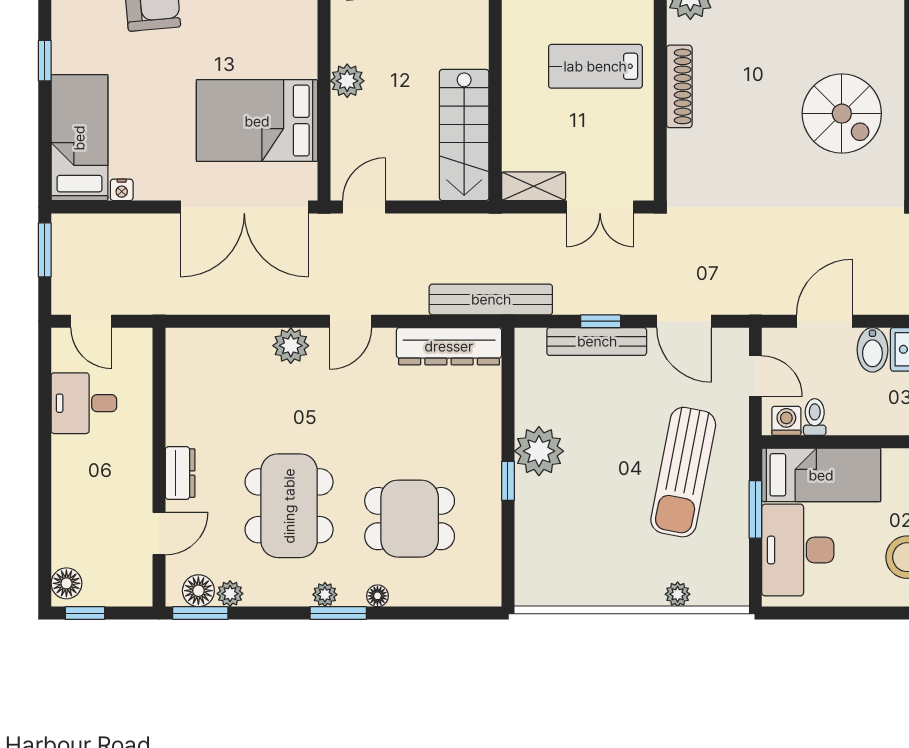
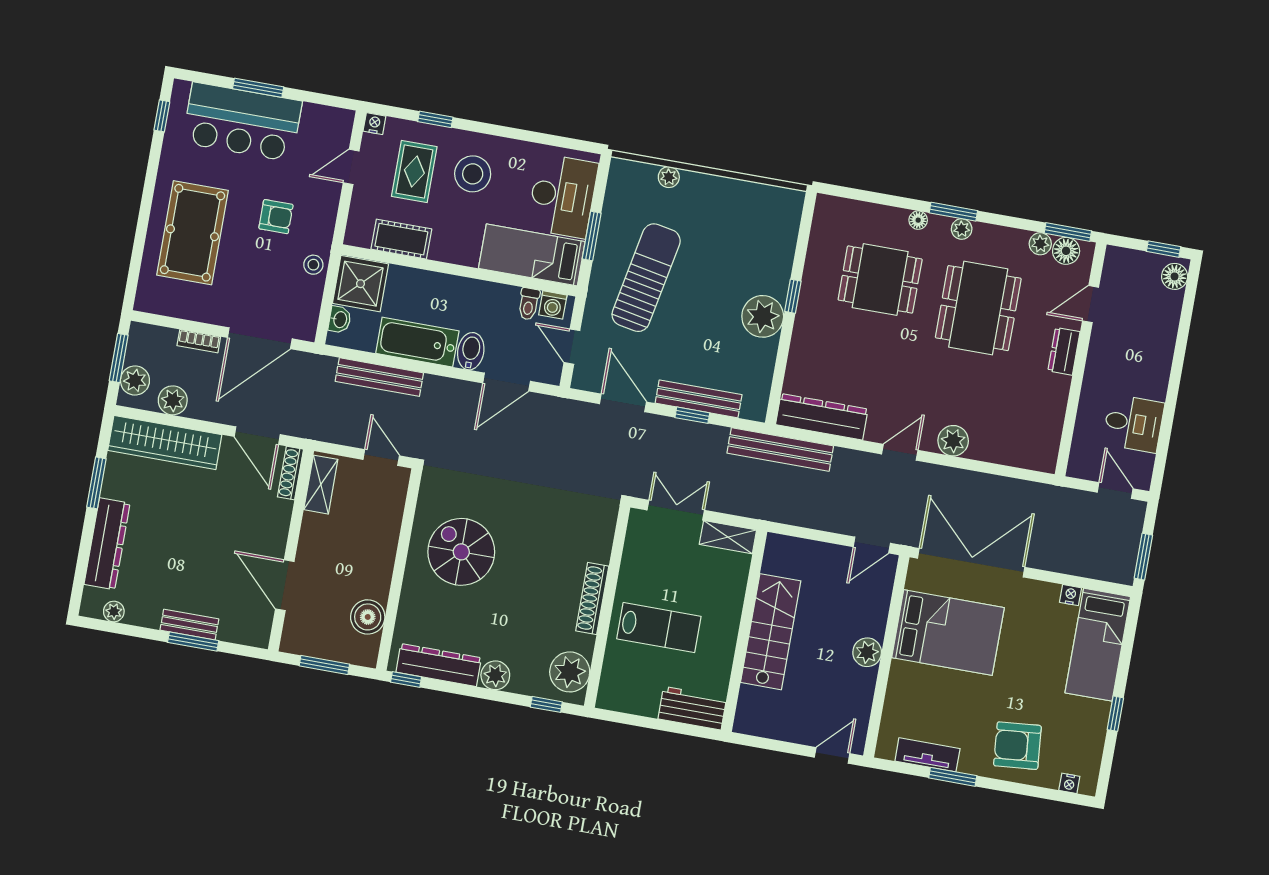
stairs: (464, 135) -> (771, 632), moved

